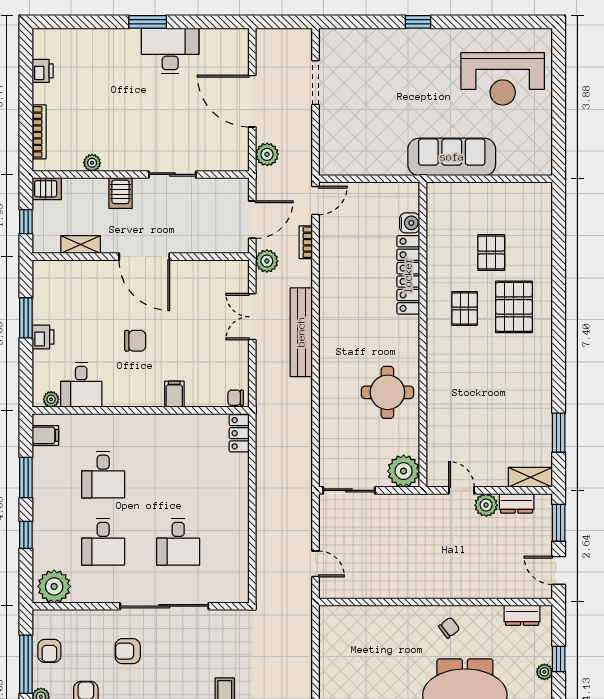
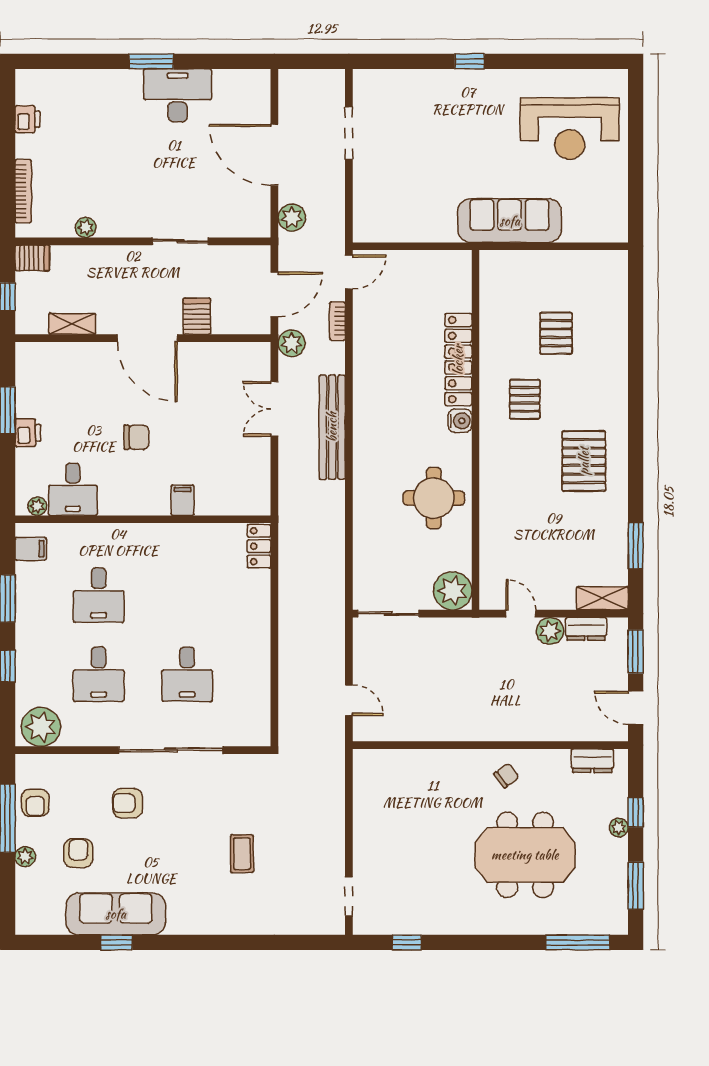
server rack: (121, 193) -> (197, 316), moved, turned 180
water cooler: (410, 223) -> (460, 421), moved
pallet: (514, 307) -> (584, 461), moved
chair: (236, 398) -> (255, 504), removed

